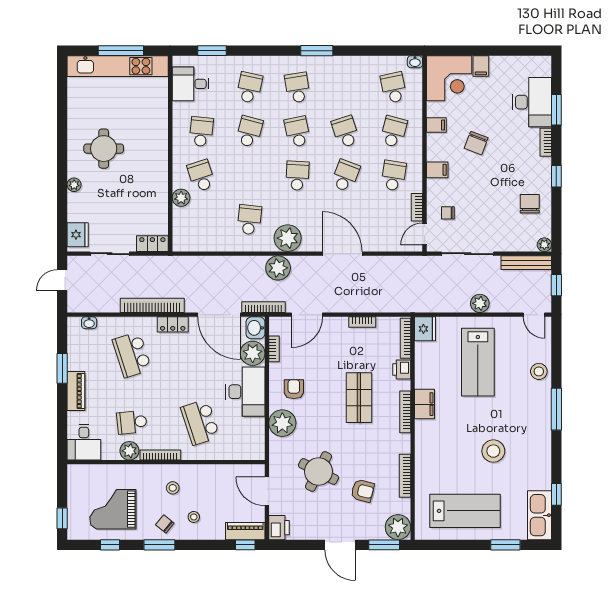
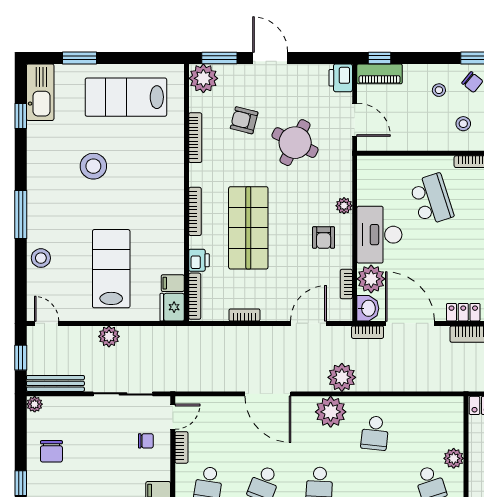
bookcase: (263, 307) -> (368, 332), width x0.64
shop shelf: (359, 398) -> (248, 228), width x1.43, depth x1.36
filing cabinet: (425, 404) -> (173, 283), moved, width x0.50
plant: (282, 423) -> (344, 206), width x0.53, depth x0.53

